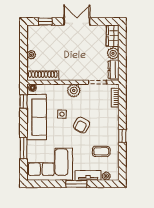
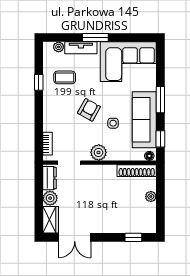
double door: (77, 22) -> (75, 237), moved
window: (122, 136) -> (39, 82), moved
window: (24, 148) -> (160, 100), moved

